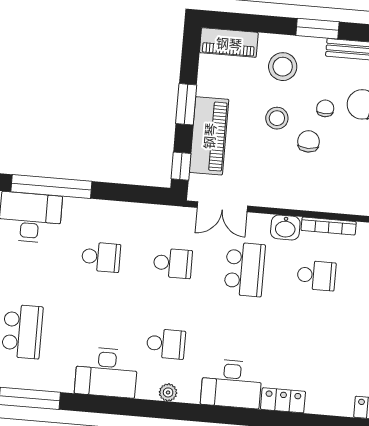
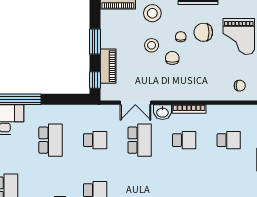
piano: (209, 136) -> (108, 66), width x0.73, depth x0.75
double door: (222, 207) -> (135, 103), moved
school desk: (101, 257) -> (51, 140), width x1.85

